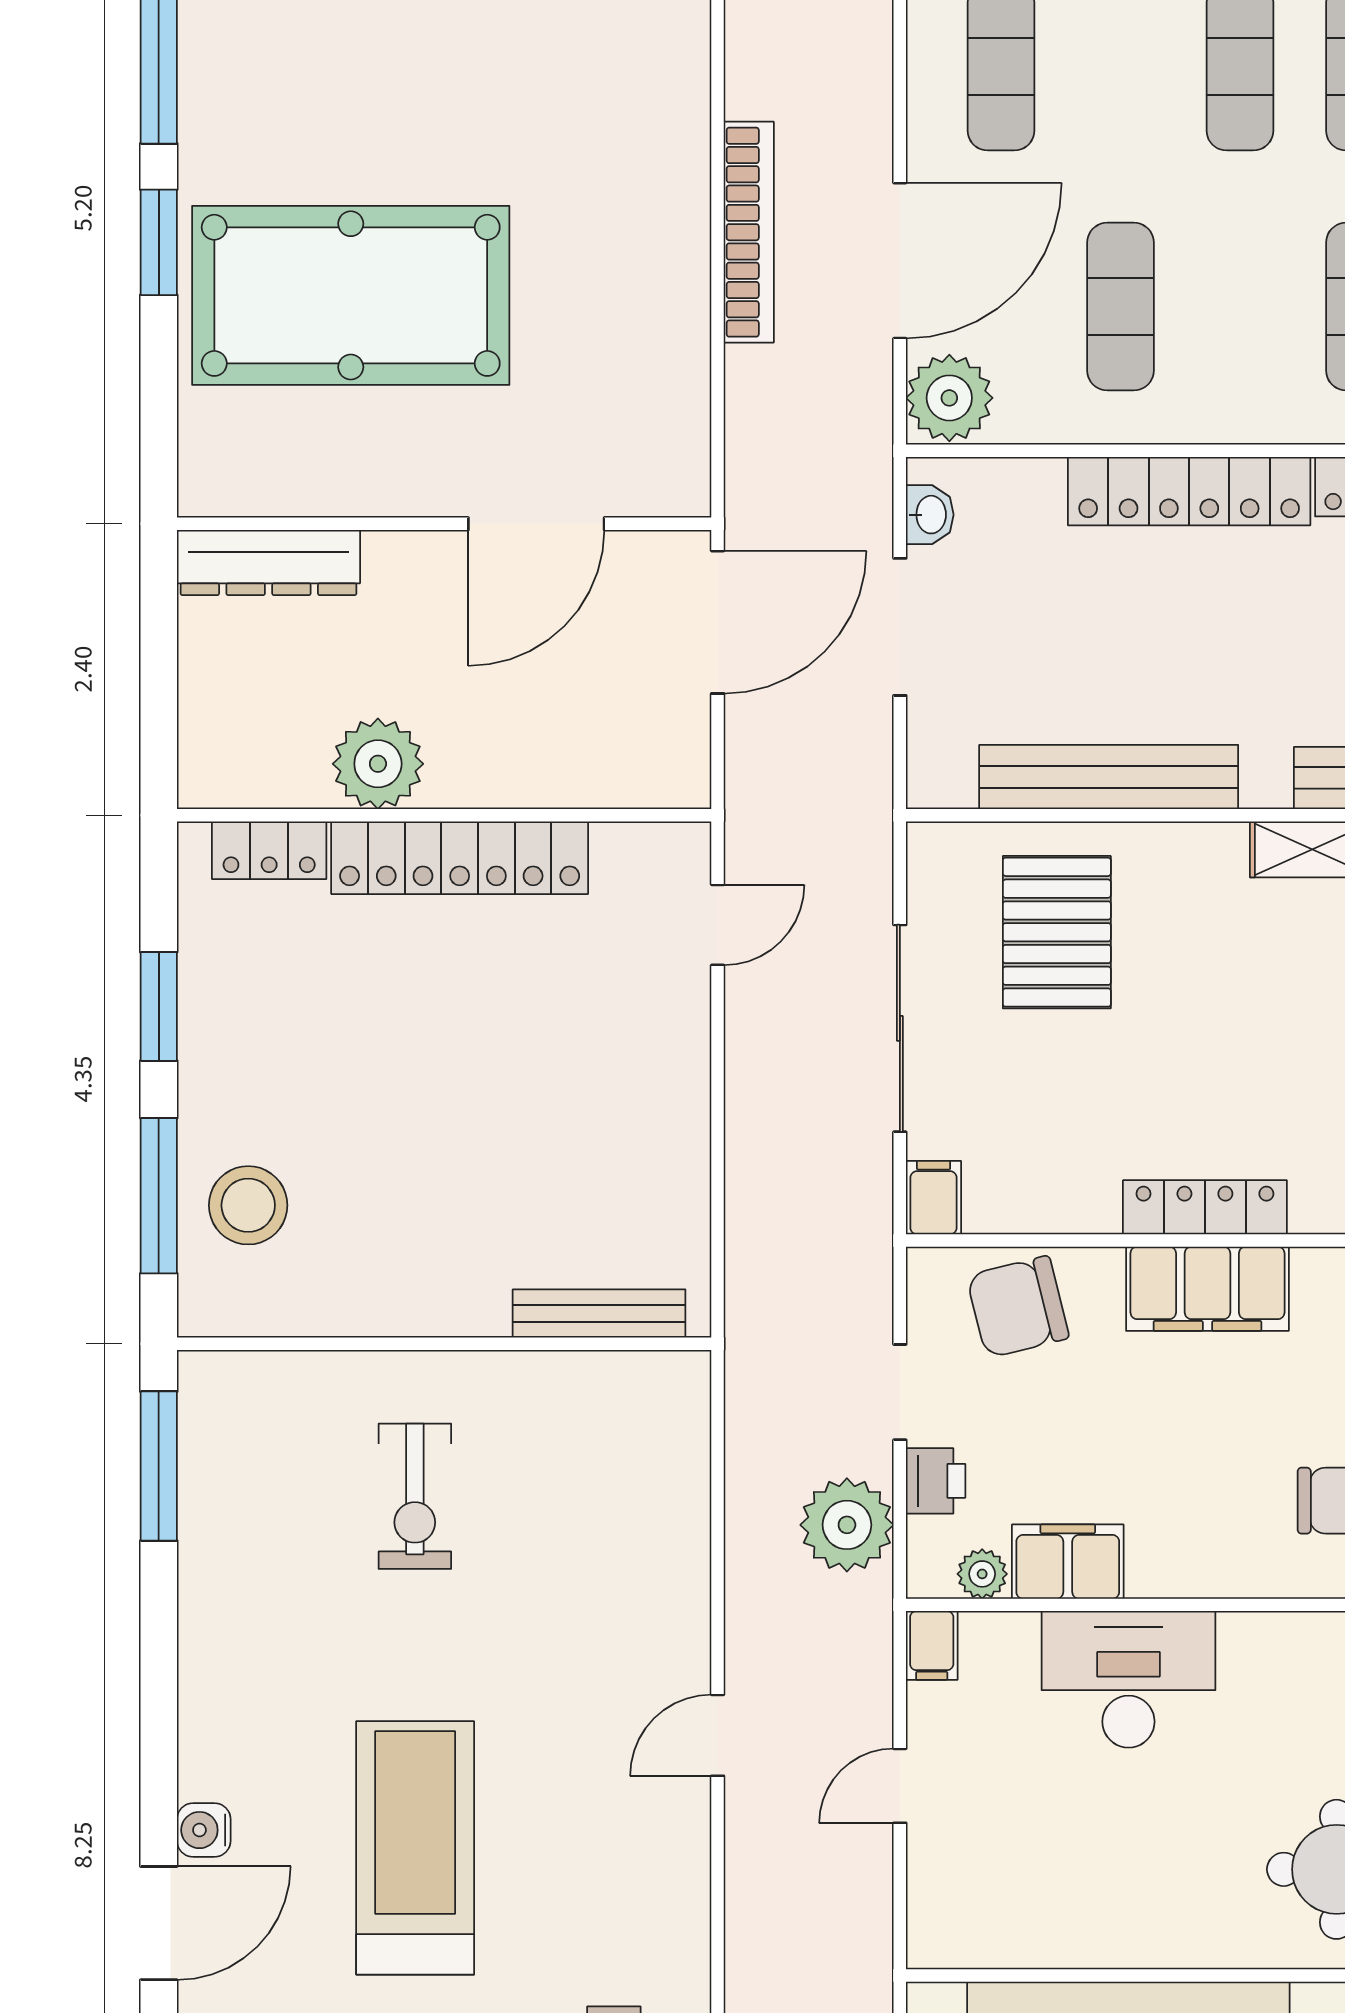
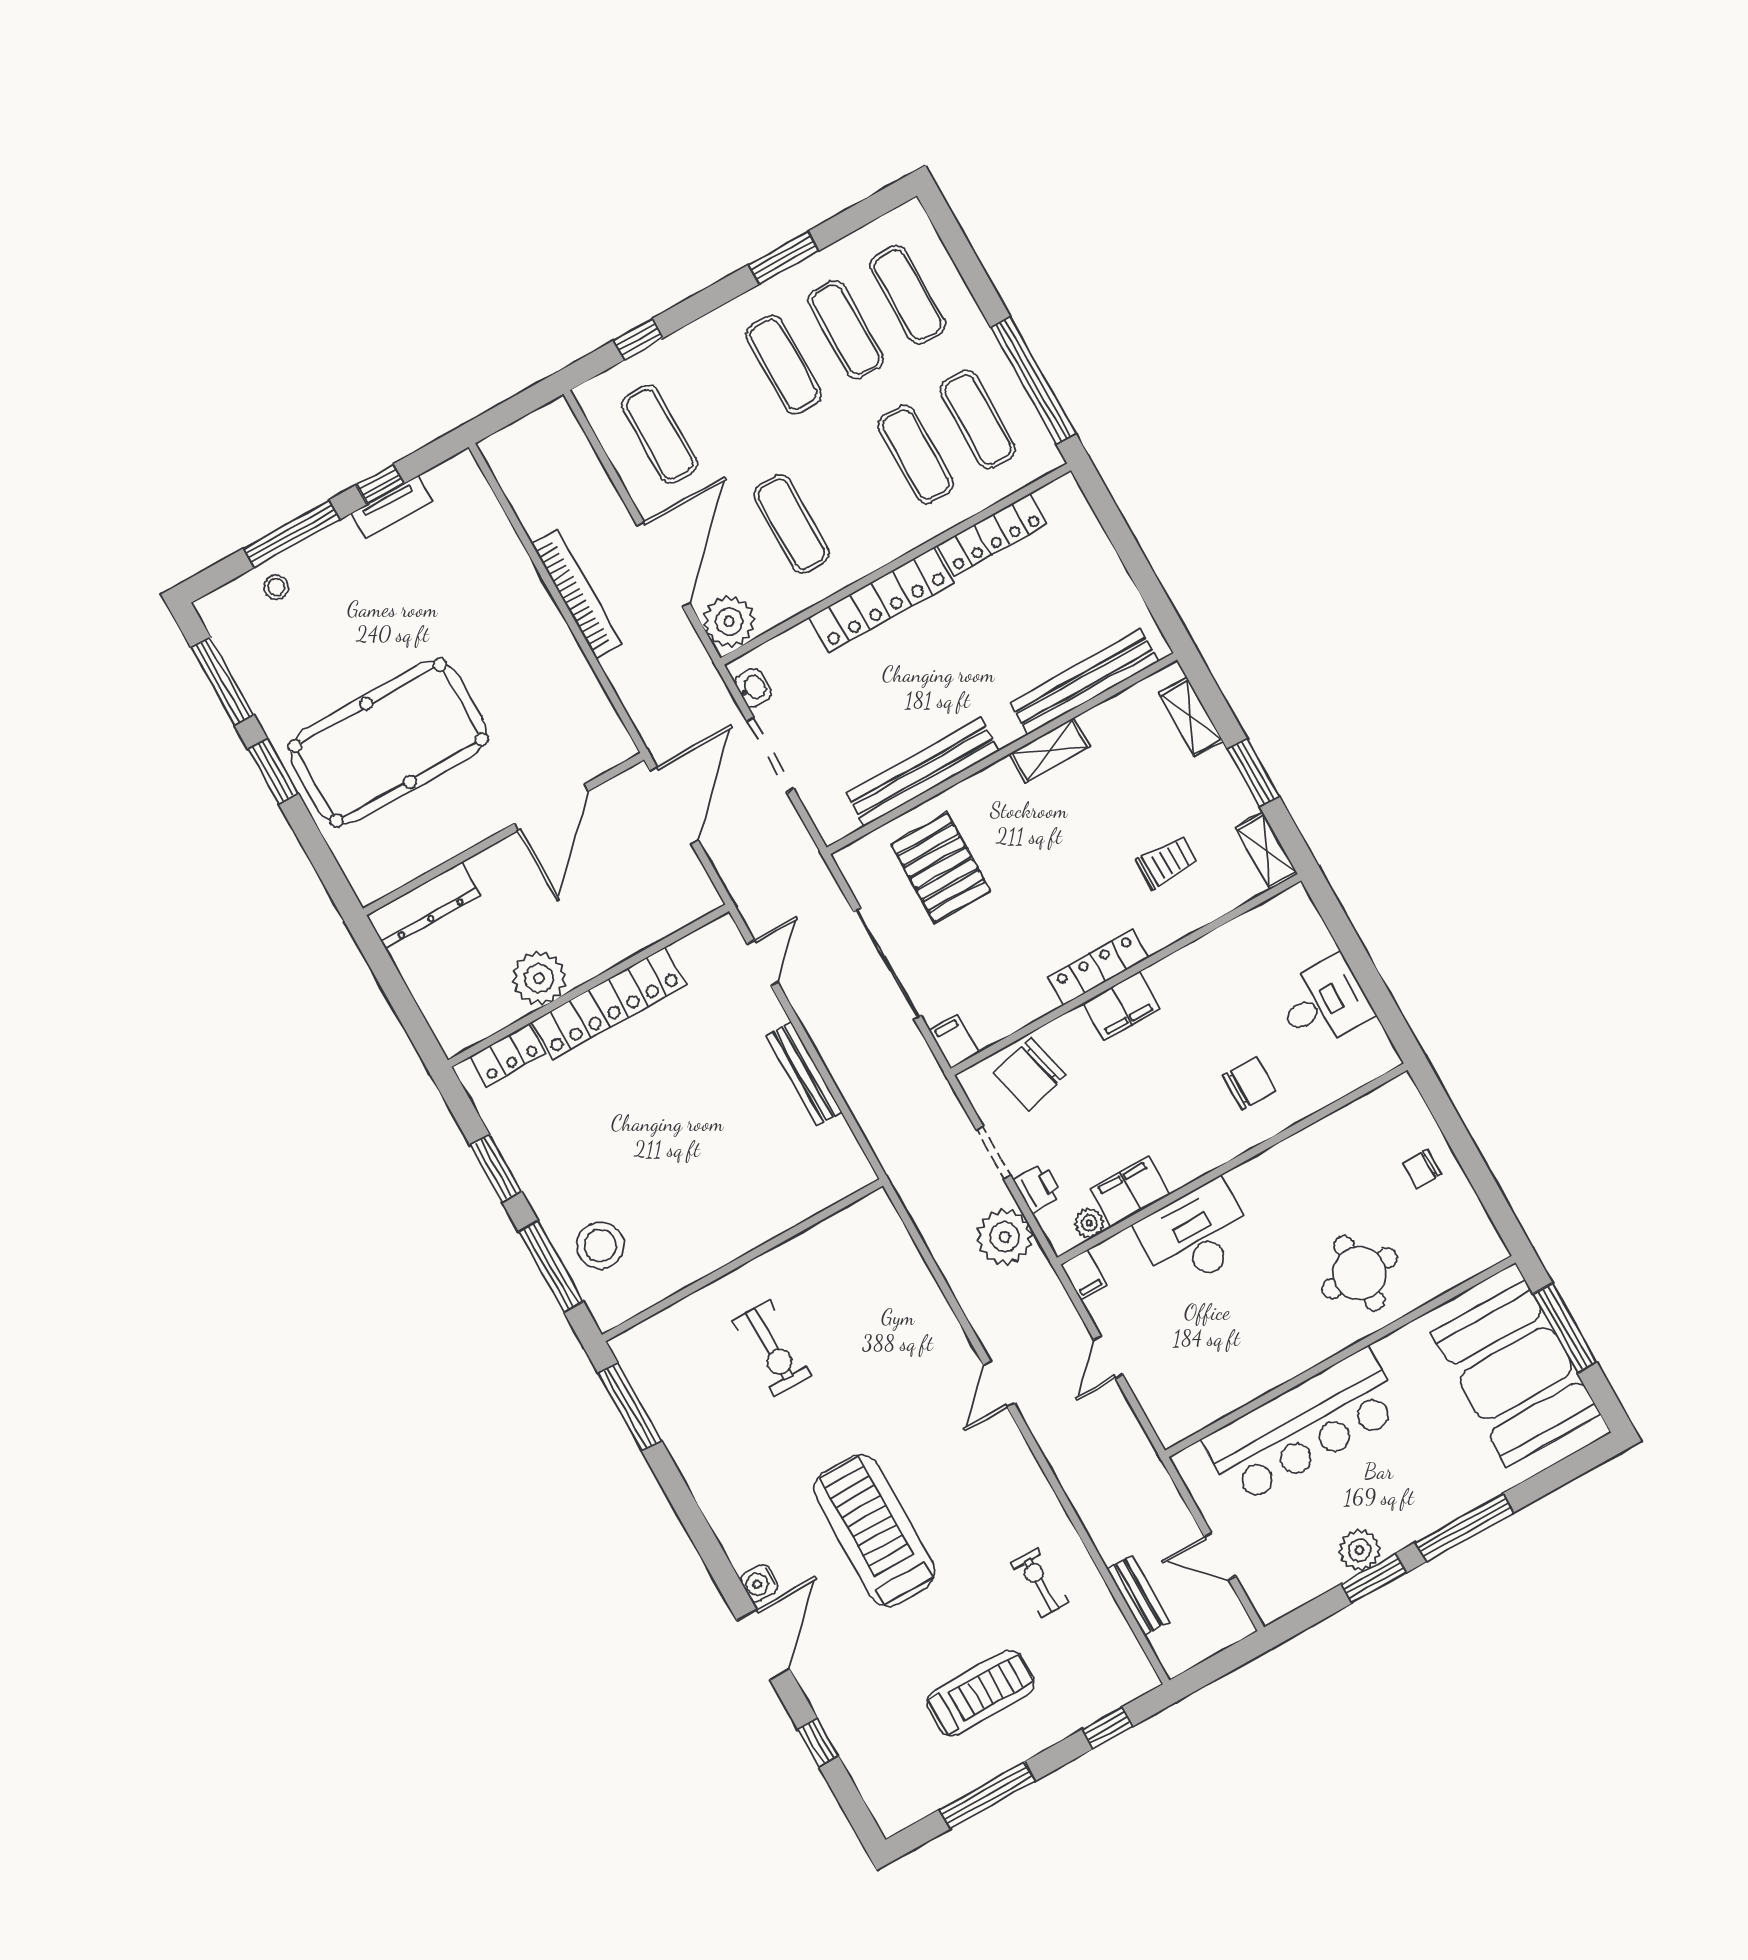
filing cabinet: (1207, 1289) -> (1121, 1006), width x0.67, depth x0.86
bench: (599, 1313) -> (804, 1074), moved, turned 90

